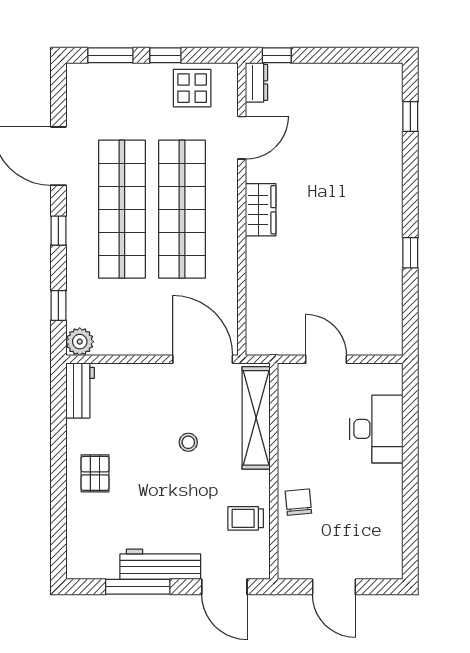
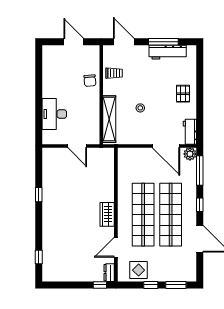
window: (58, 305) -> (200, 171), width x2.17
door: (203, 359) -> (166, 146), moved
workbench: (160, 564) -> (168, 52), moved

